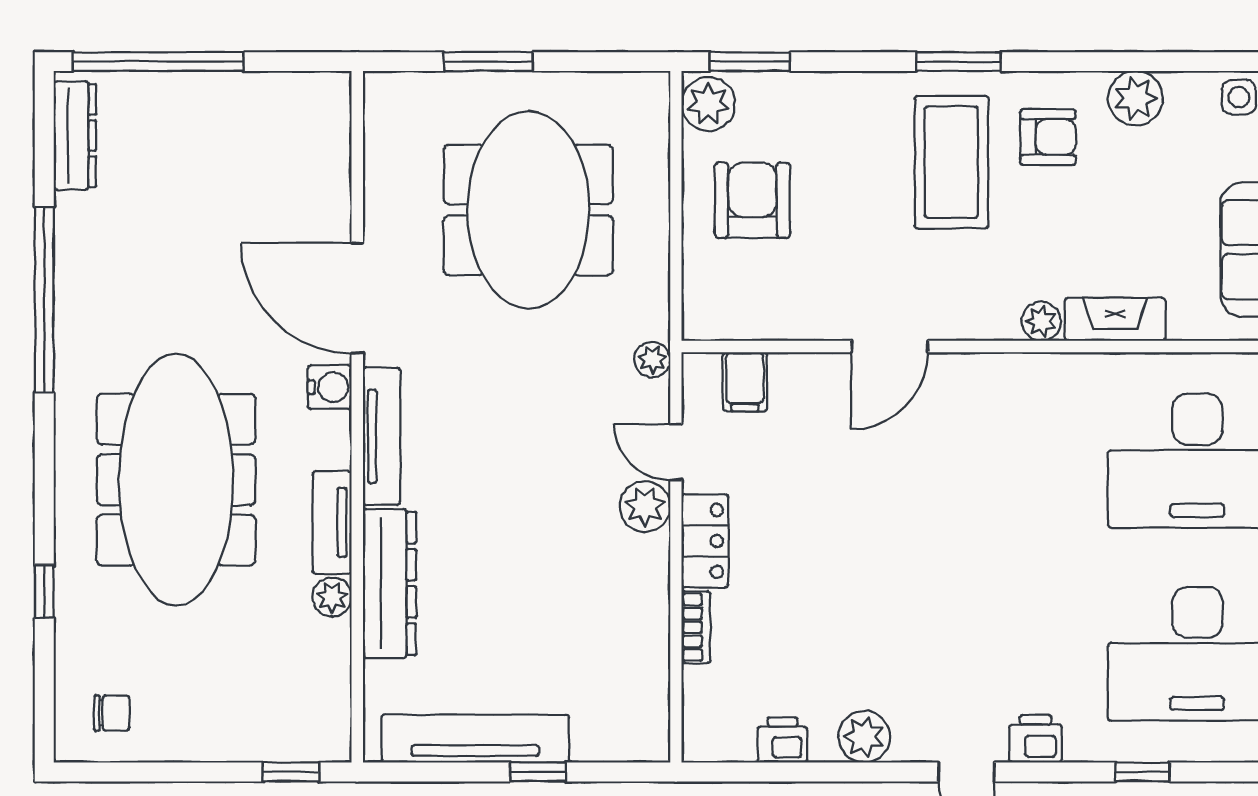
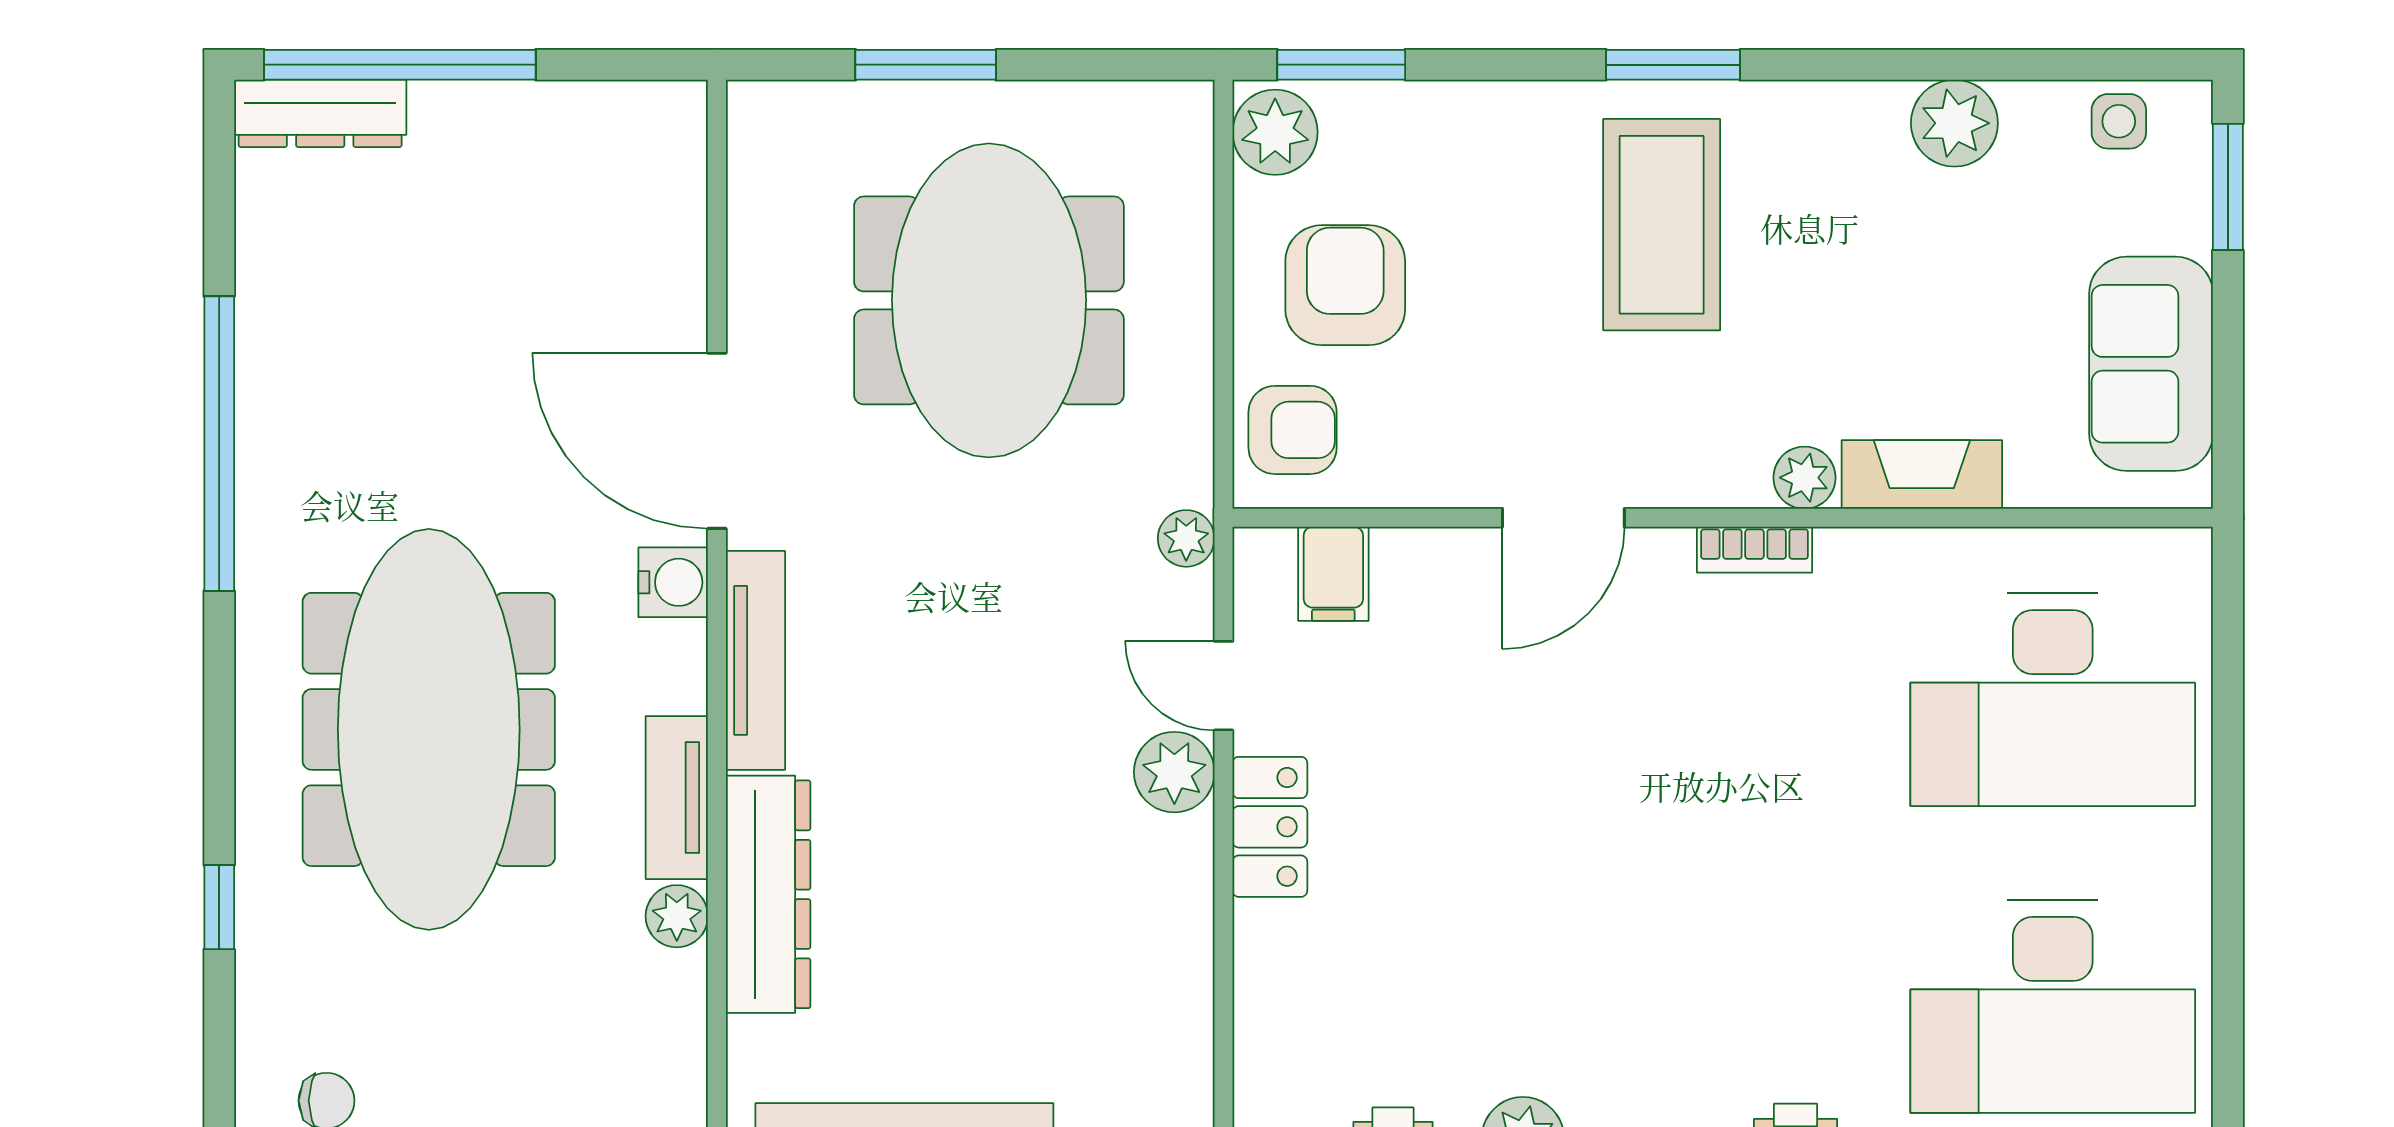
dresser: (75, 136) -> (320, 113), moved, turned 90
armchair: (1048, 137) -> (1293, 430), moved
bookcase: (696, 627) -> (1754, 550), moved, turned 90

